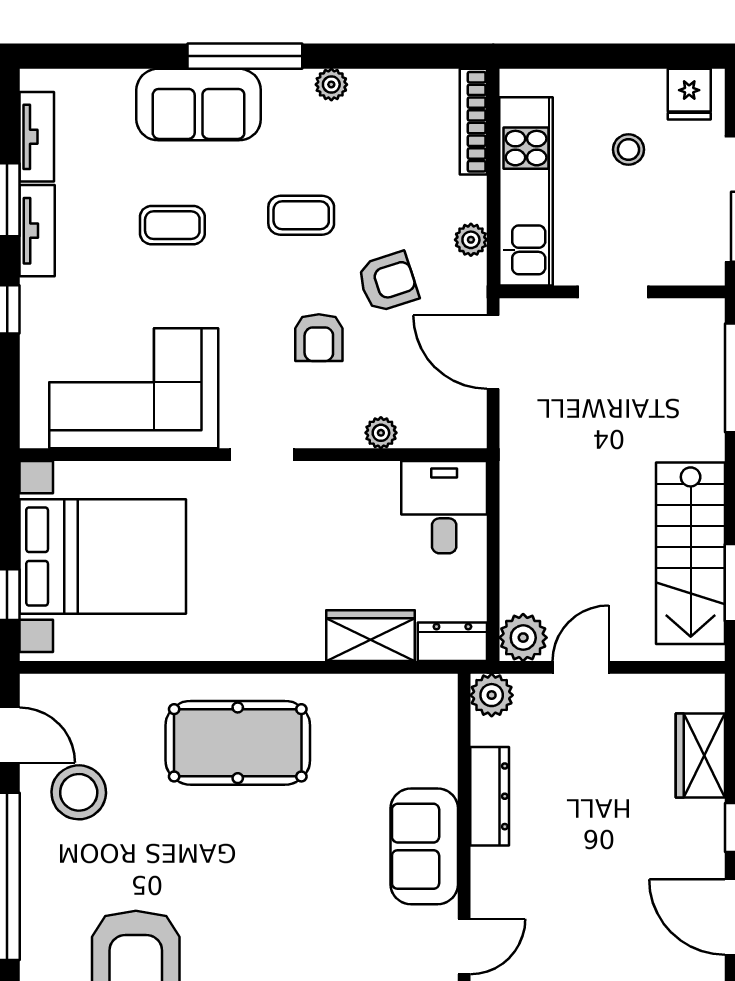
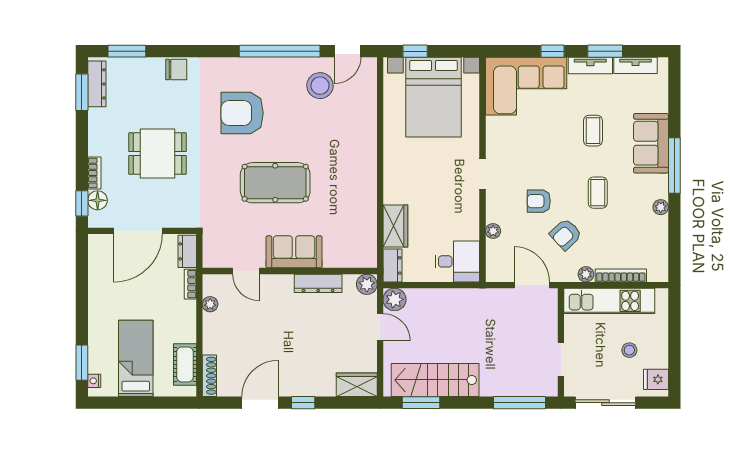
bookcase: (473, 122) -> (621, 276), moved
armchair: (388, 282) -> (566, 234), turned 65
doorway: (613, 292) -> (561, 359), moved
door: (493, 352) -> (532, 285), hinge flipped
corner sofa: (134, 388) -> (526, 86), moved, turned 90
pool table: (238, 743) -> (275, 183), moved, turned 90
wardrobe: (700, 756) -> (357, 385), moved

